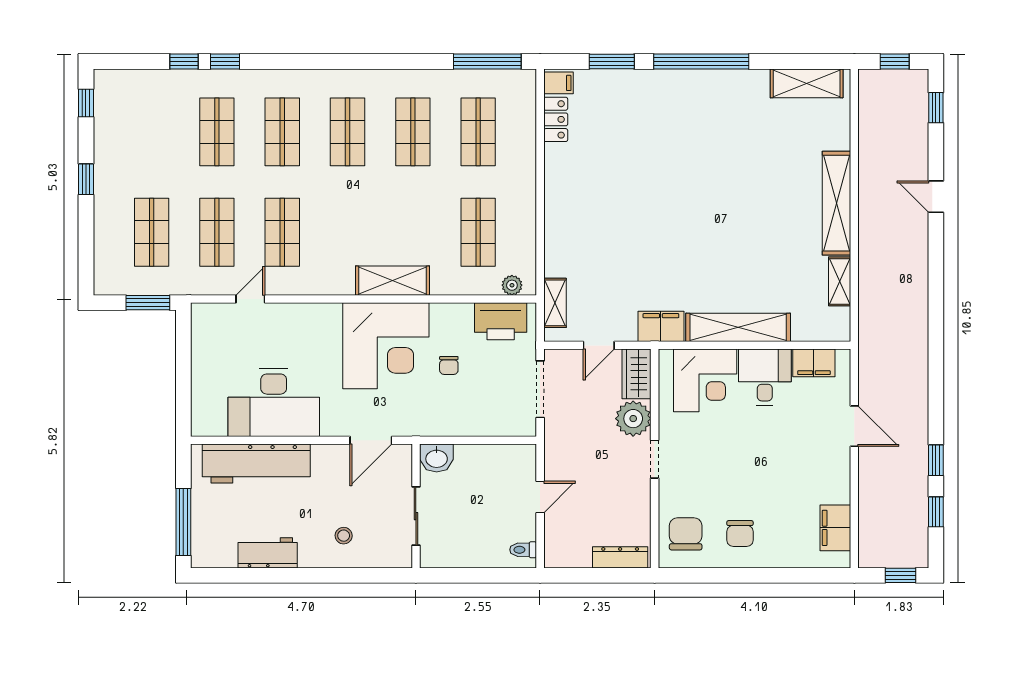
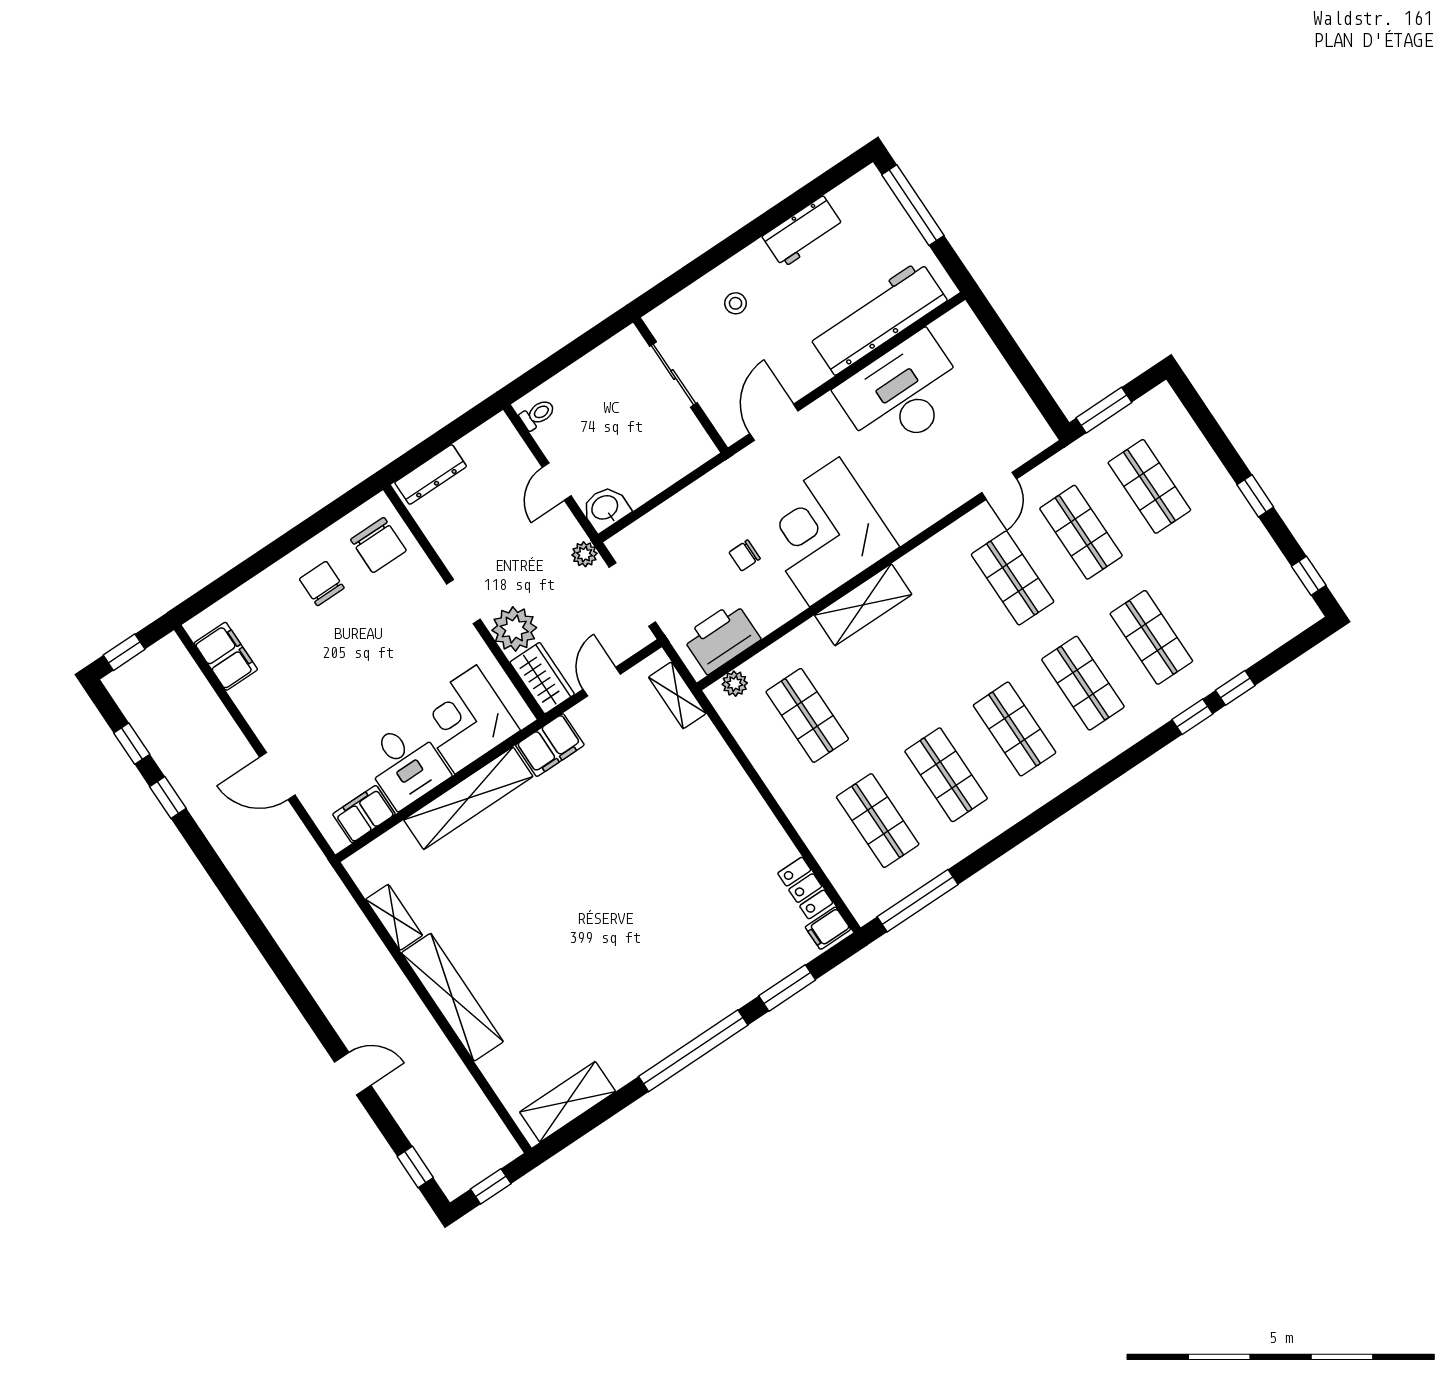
chair: (449, 365) -> (745, 555), turned -90
plant: (554, 437) -> (585, 554), added
washbasin: (437, 458) -> (605, 508), moved

